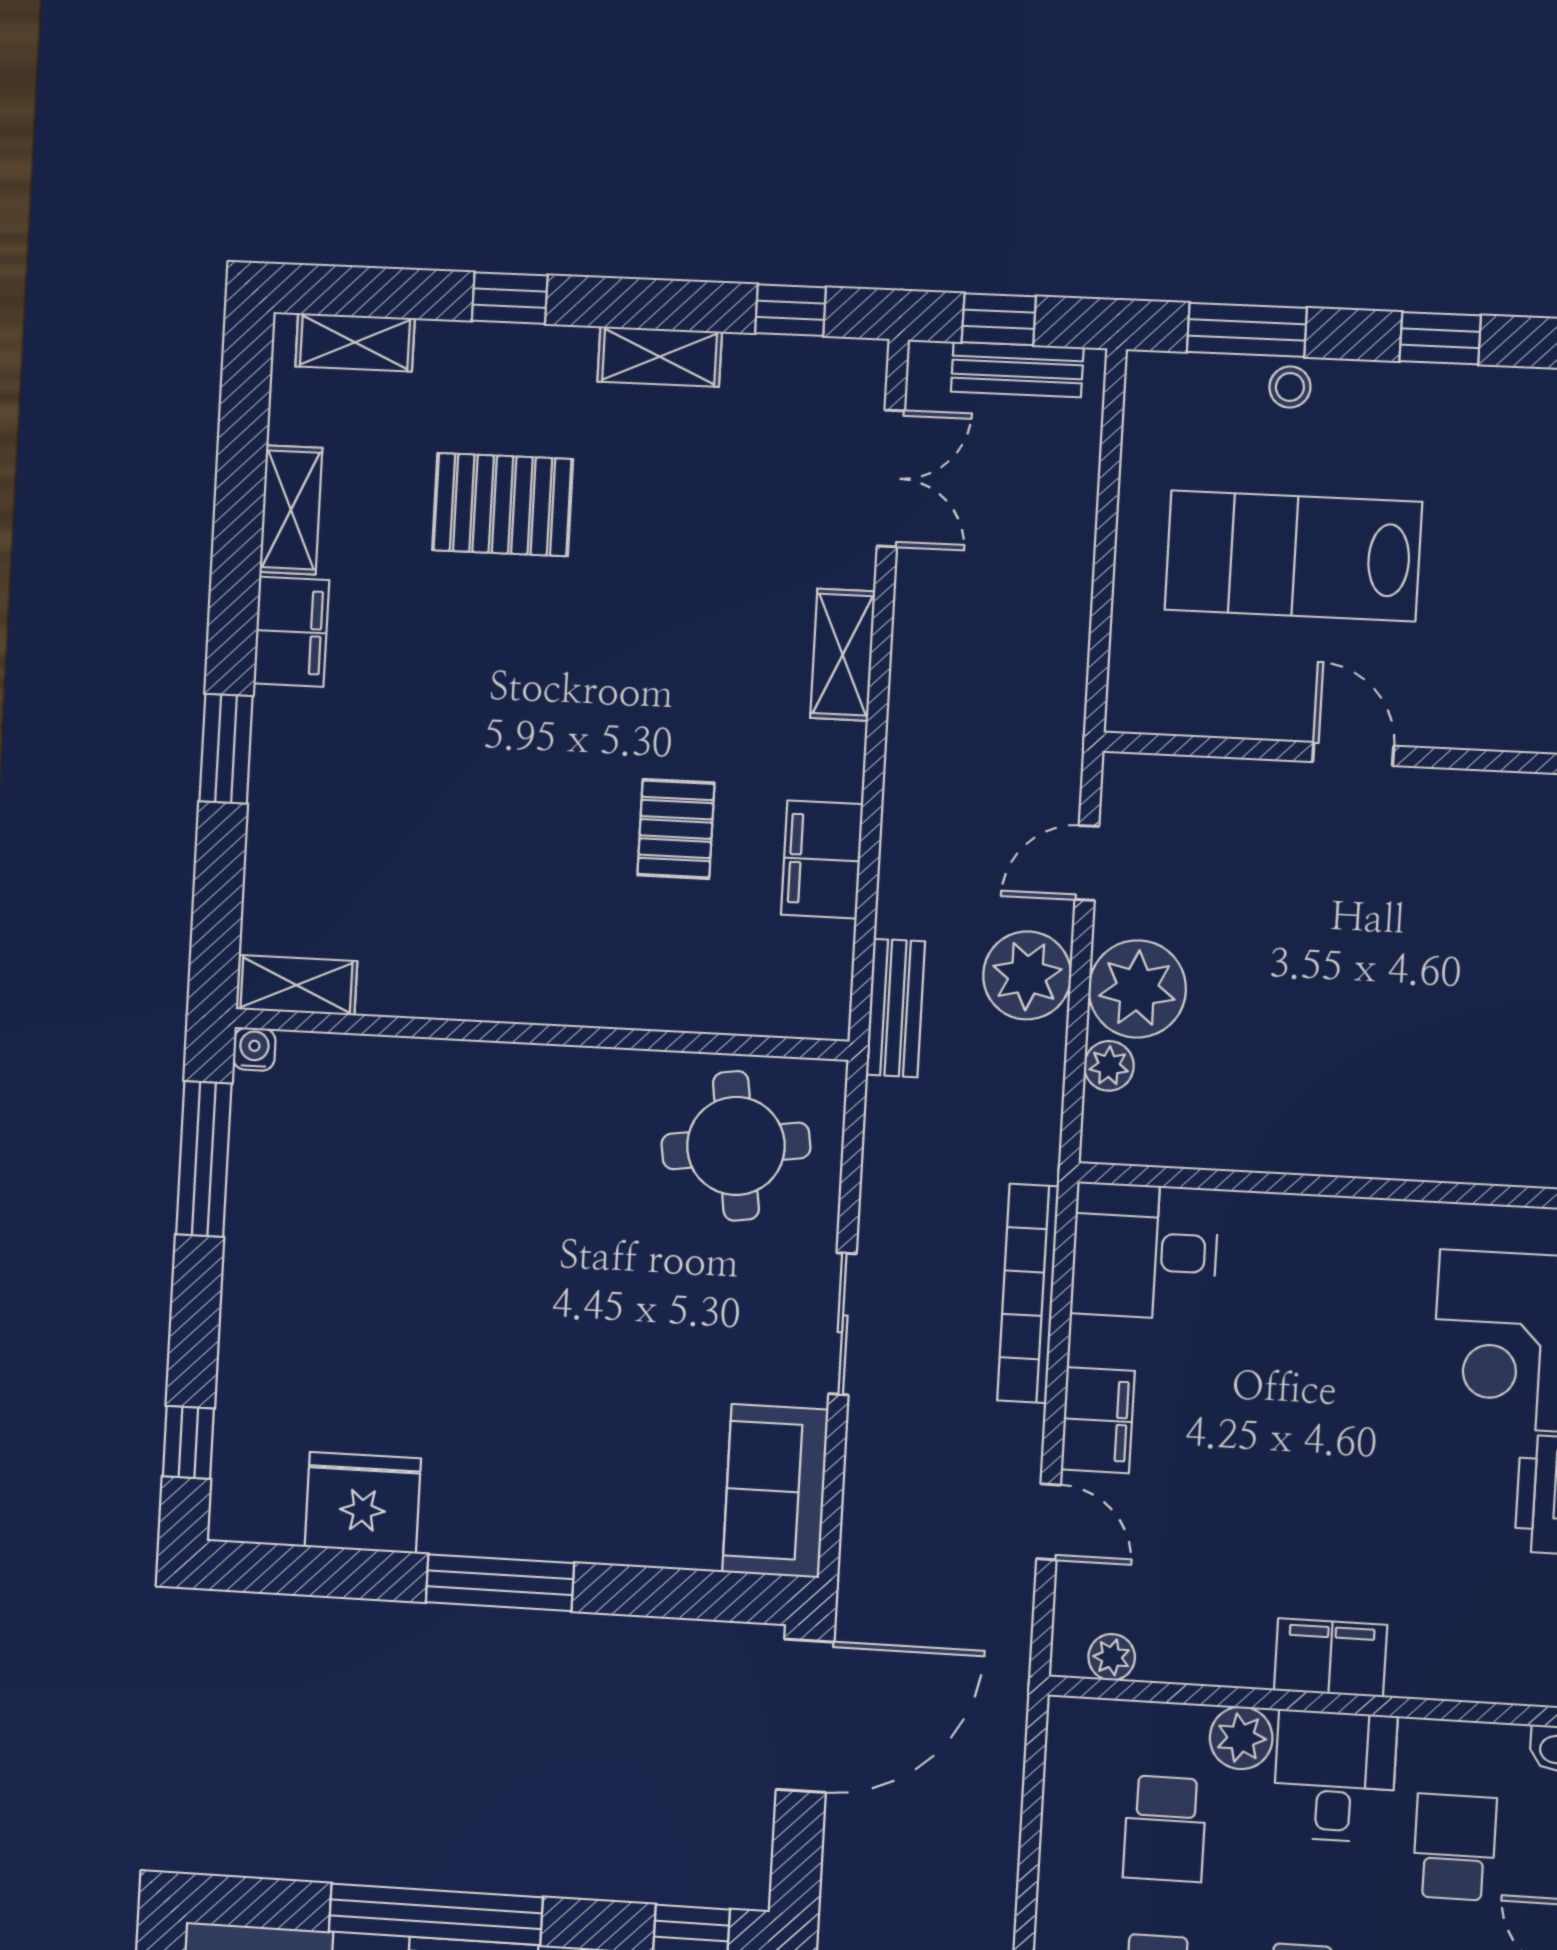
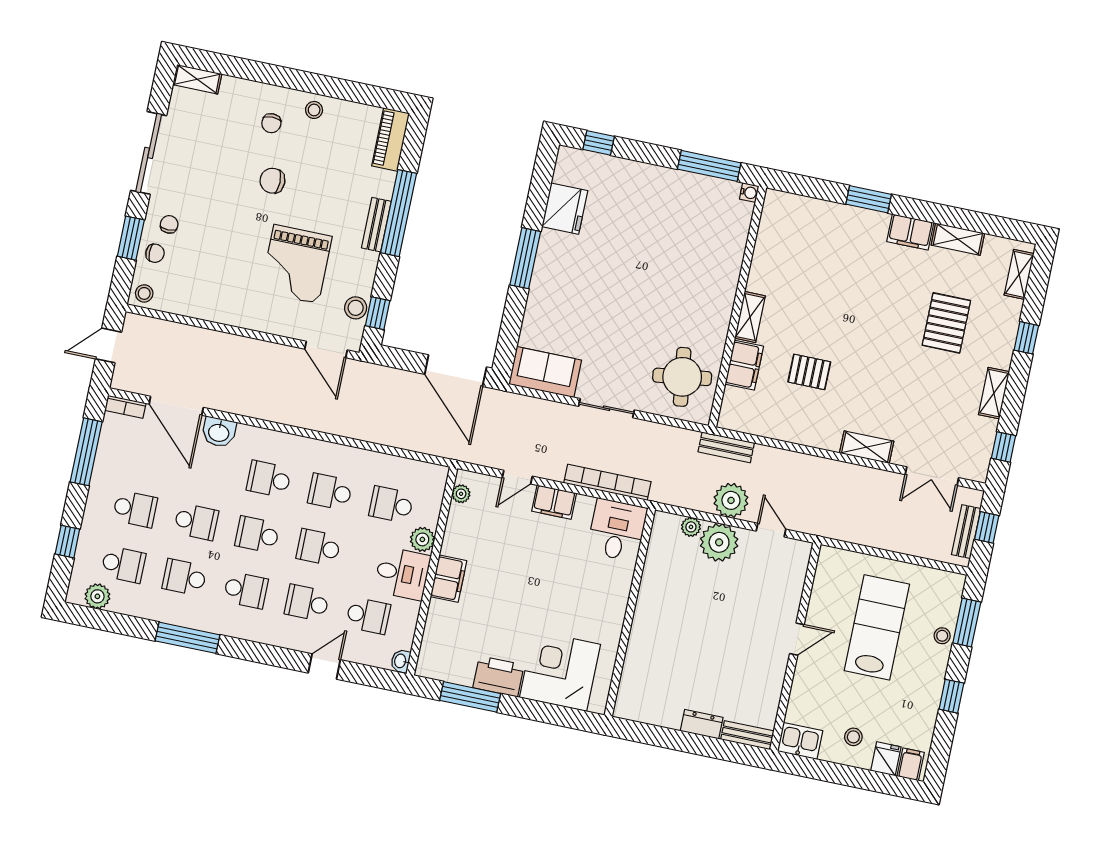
filing cabinet: (822, 859) -> (744, 365), moved, turned 90
shelving: (296, 985) -> (750, 317), moved

